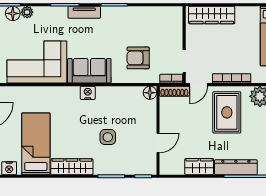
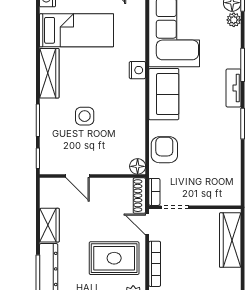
armchair: (138, 58) -> (164, 150), moved
nightstand: (88, 93) -> (137, 70), moved

